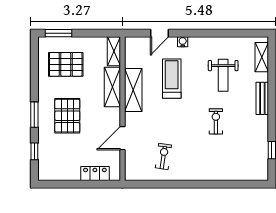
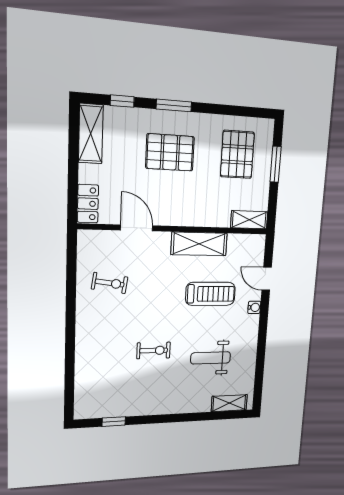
window: (58, 33) -> (276, 164), moved
shelving: (112, 87) -> (91, 134), moved, turned 90
bench: (262, 98) -> (180, 406), removed
locker: (95, 173) -> (88, 204), moved

